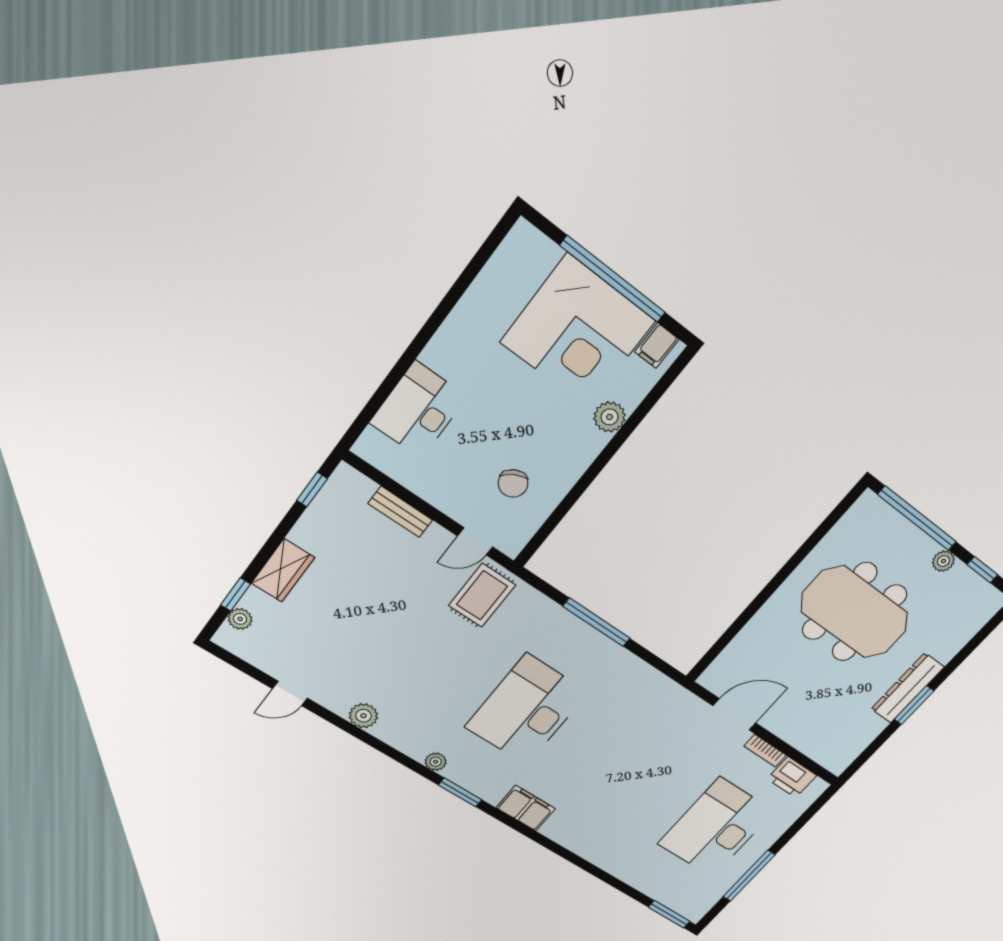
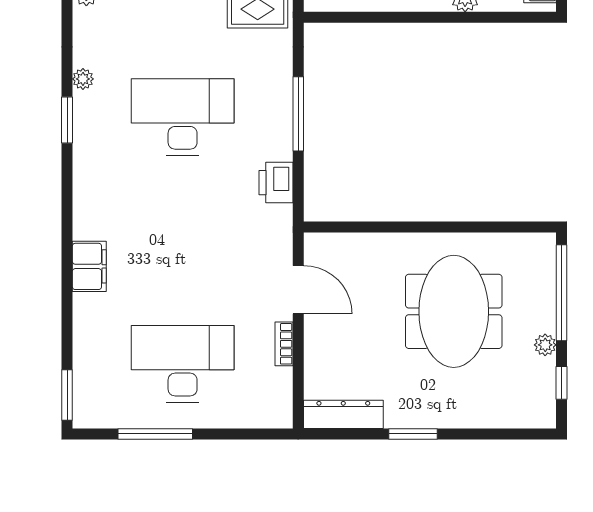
dresser: (908, 688) -> (343, 414), moved
printer: (792, 777) -> (276, 183), moved
filing cabinet: (526, 808) -> (89, 266), moved

